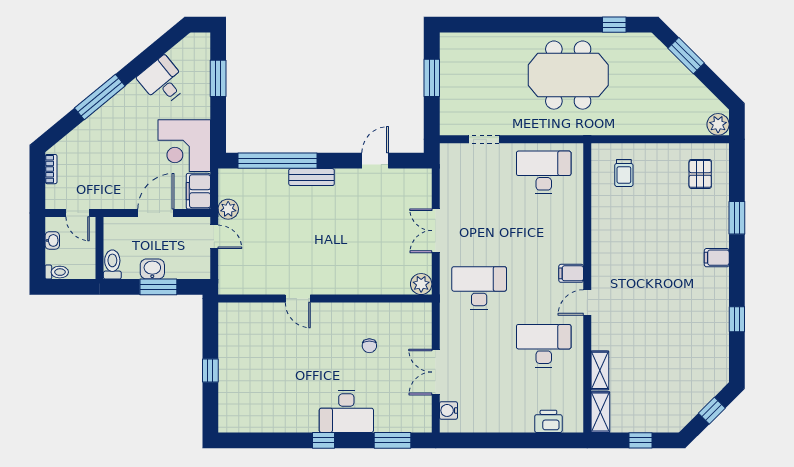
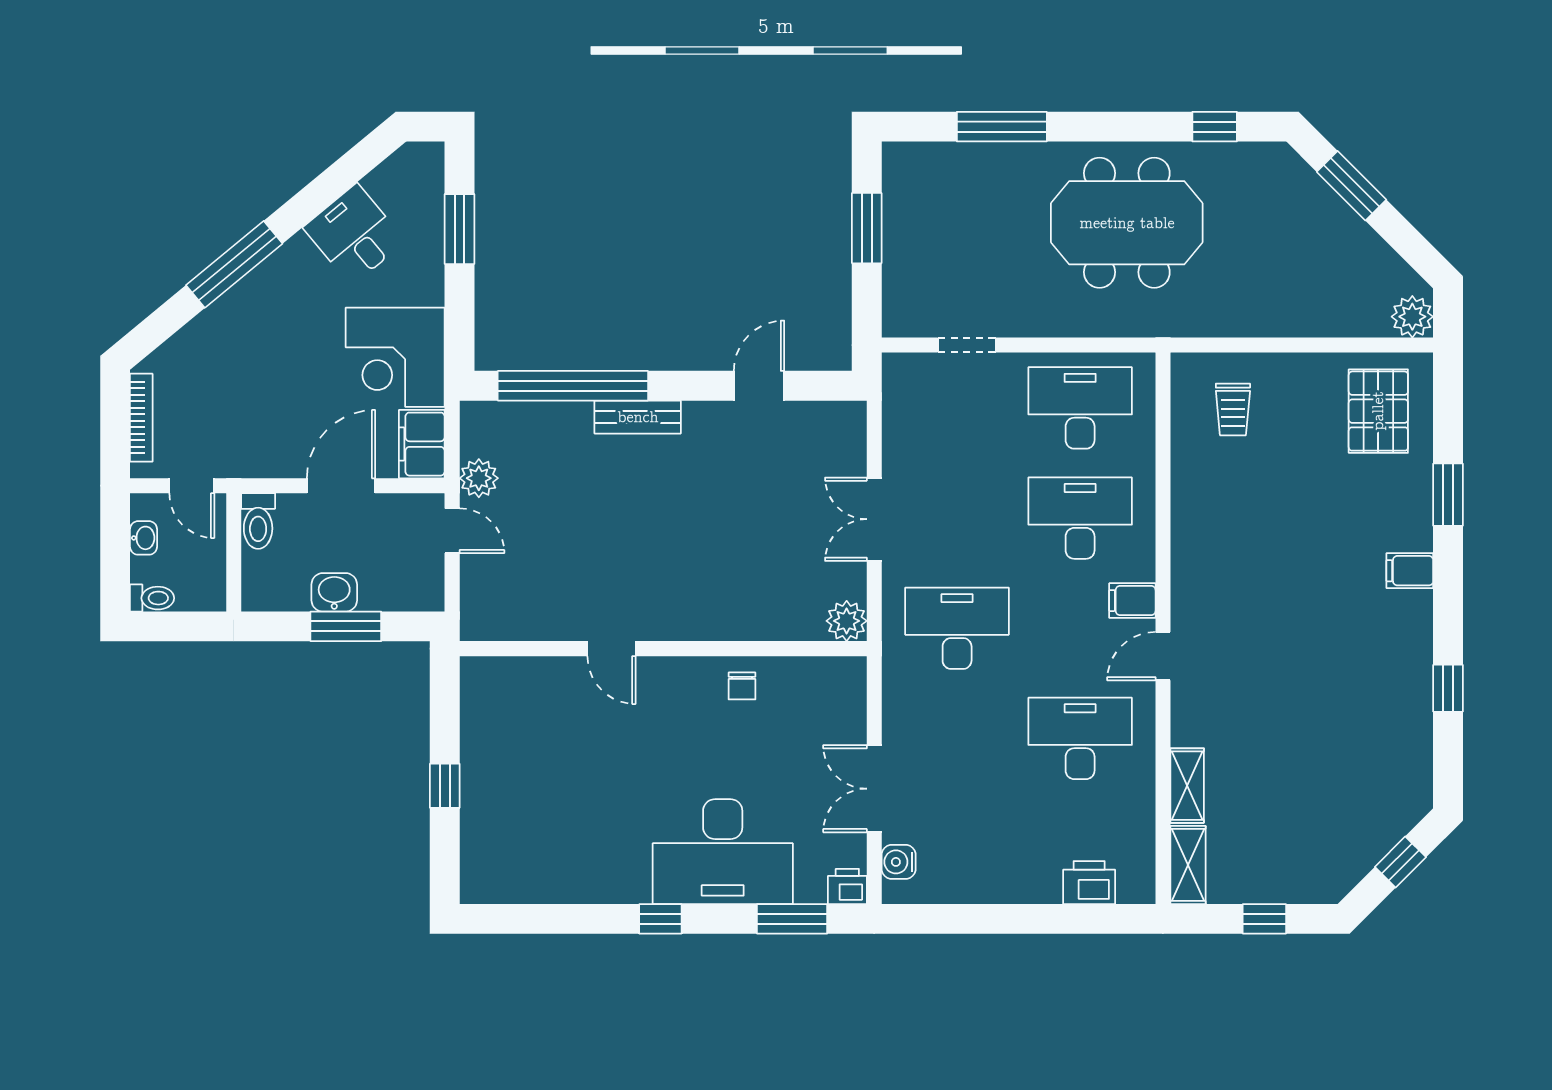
window: (503, 25) -> (1002, 127), added
bookcase: (51, 169) -> (141, 418), width x1.56
pallet: (700, 174) -> (1378, 411), width x1.50, depth x1.42
desk: (544, 230) -> (1080, 518), added
toilet: (112, 264) -> (258, 521), moved, turned 180
chair: (369, 346) -> (742, 686), moved
desk: (346, 411) -> (723, 852), width x1.36, depth x1.30
printer: (422, 423) -> (847, 886), added

